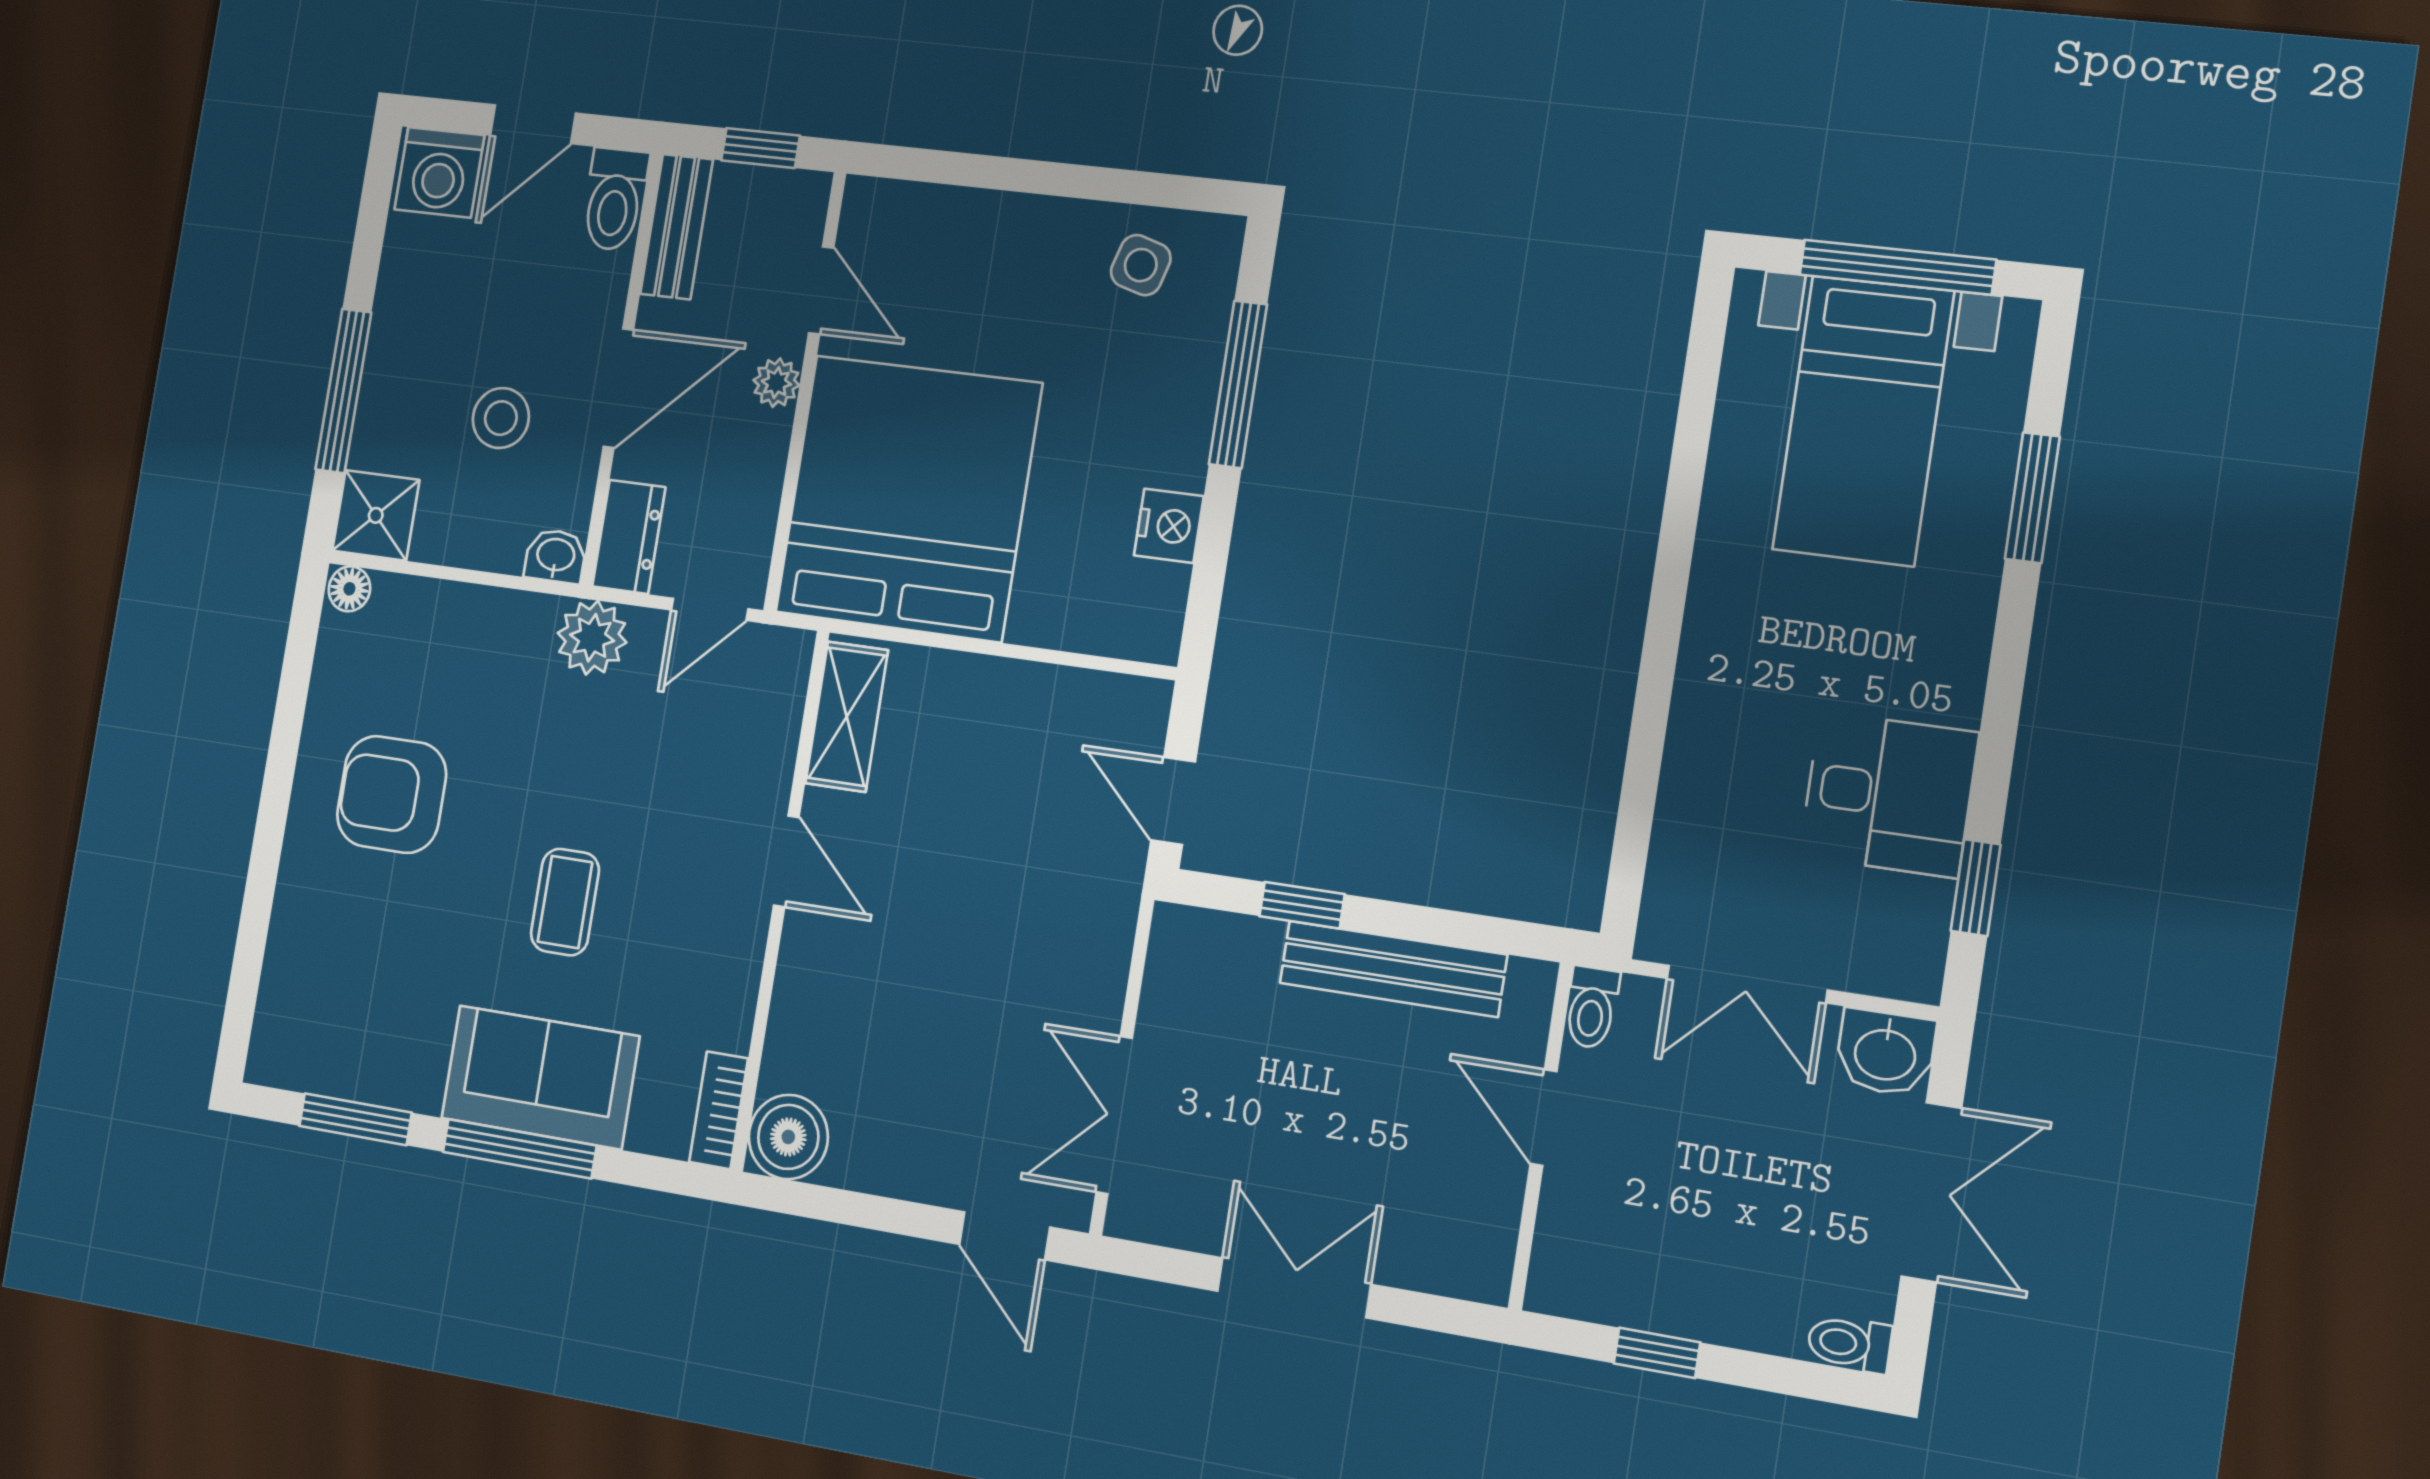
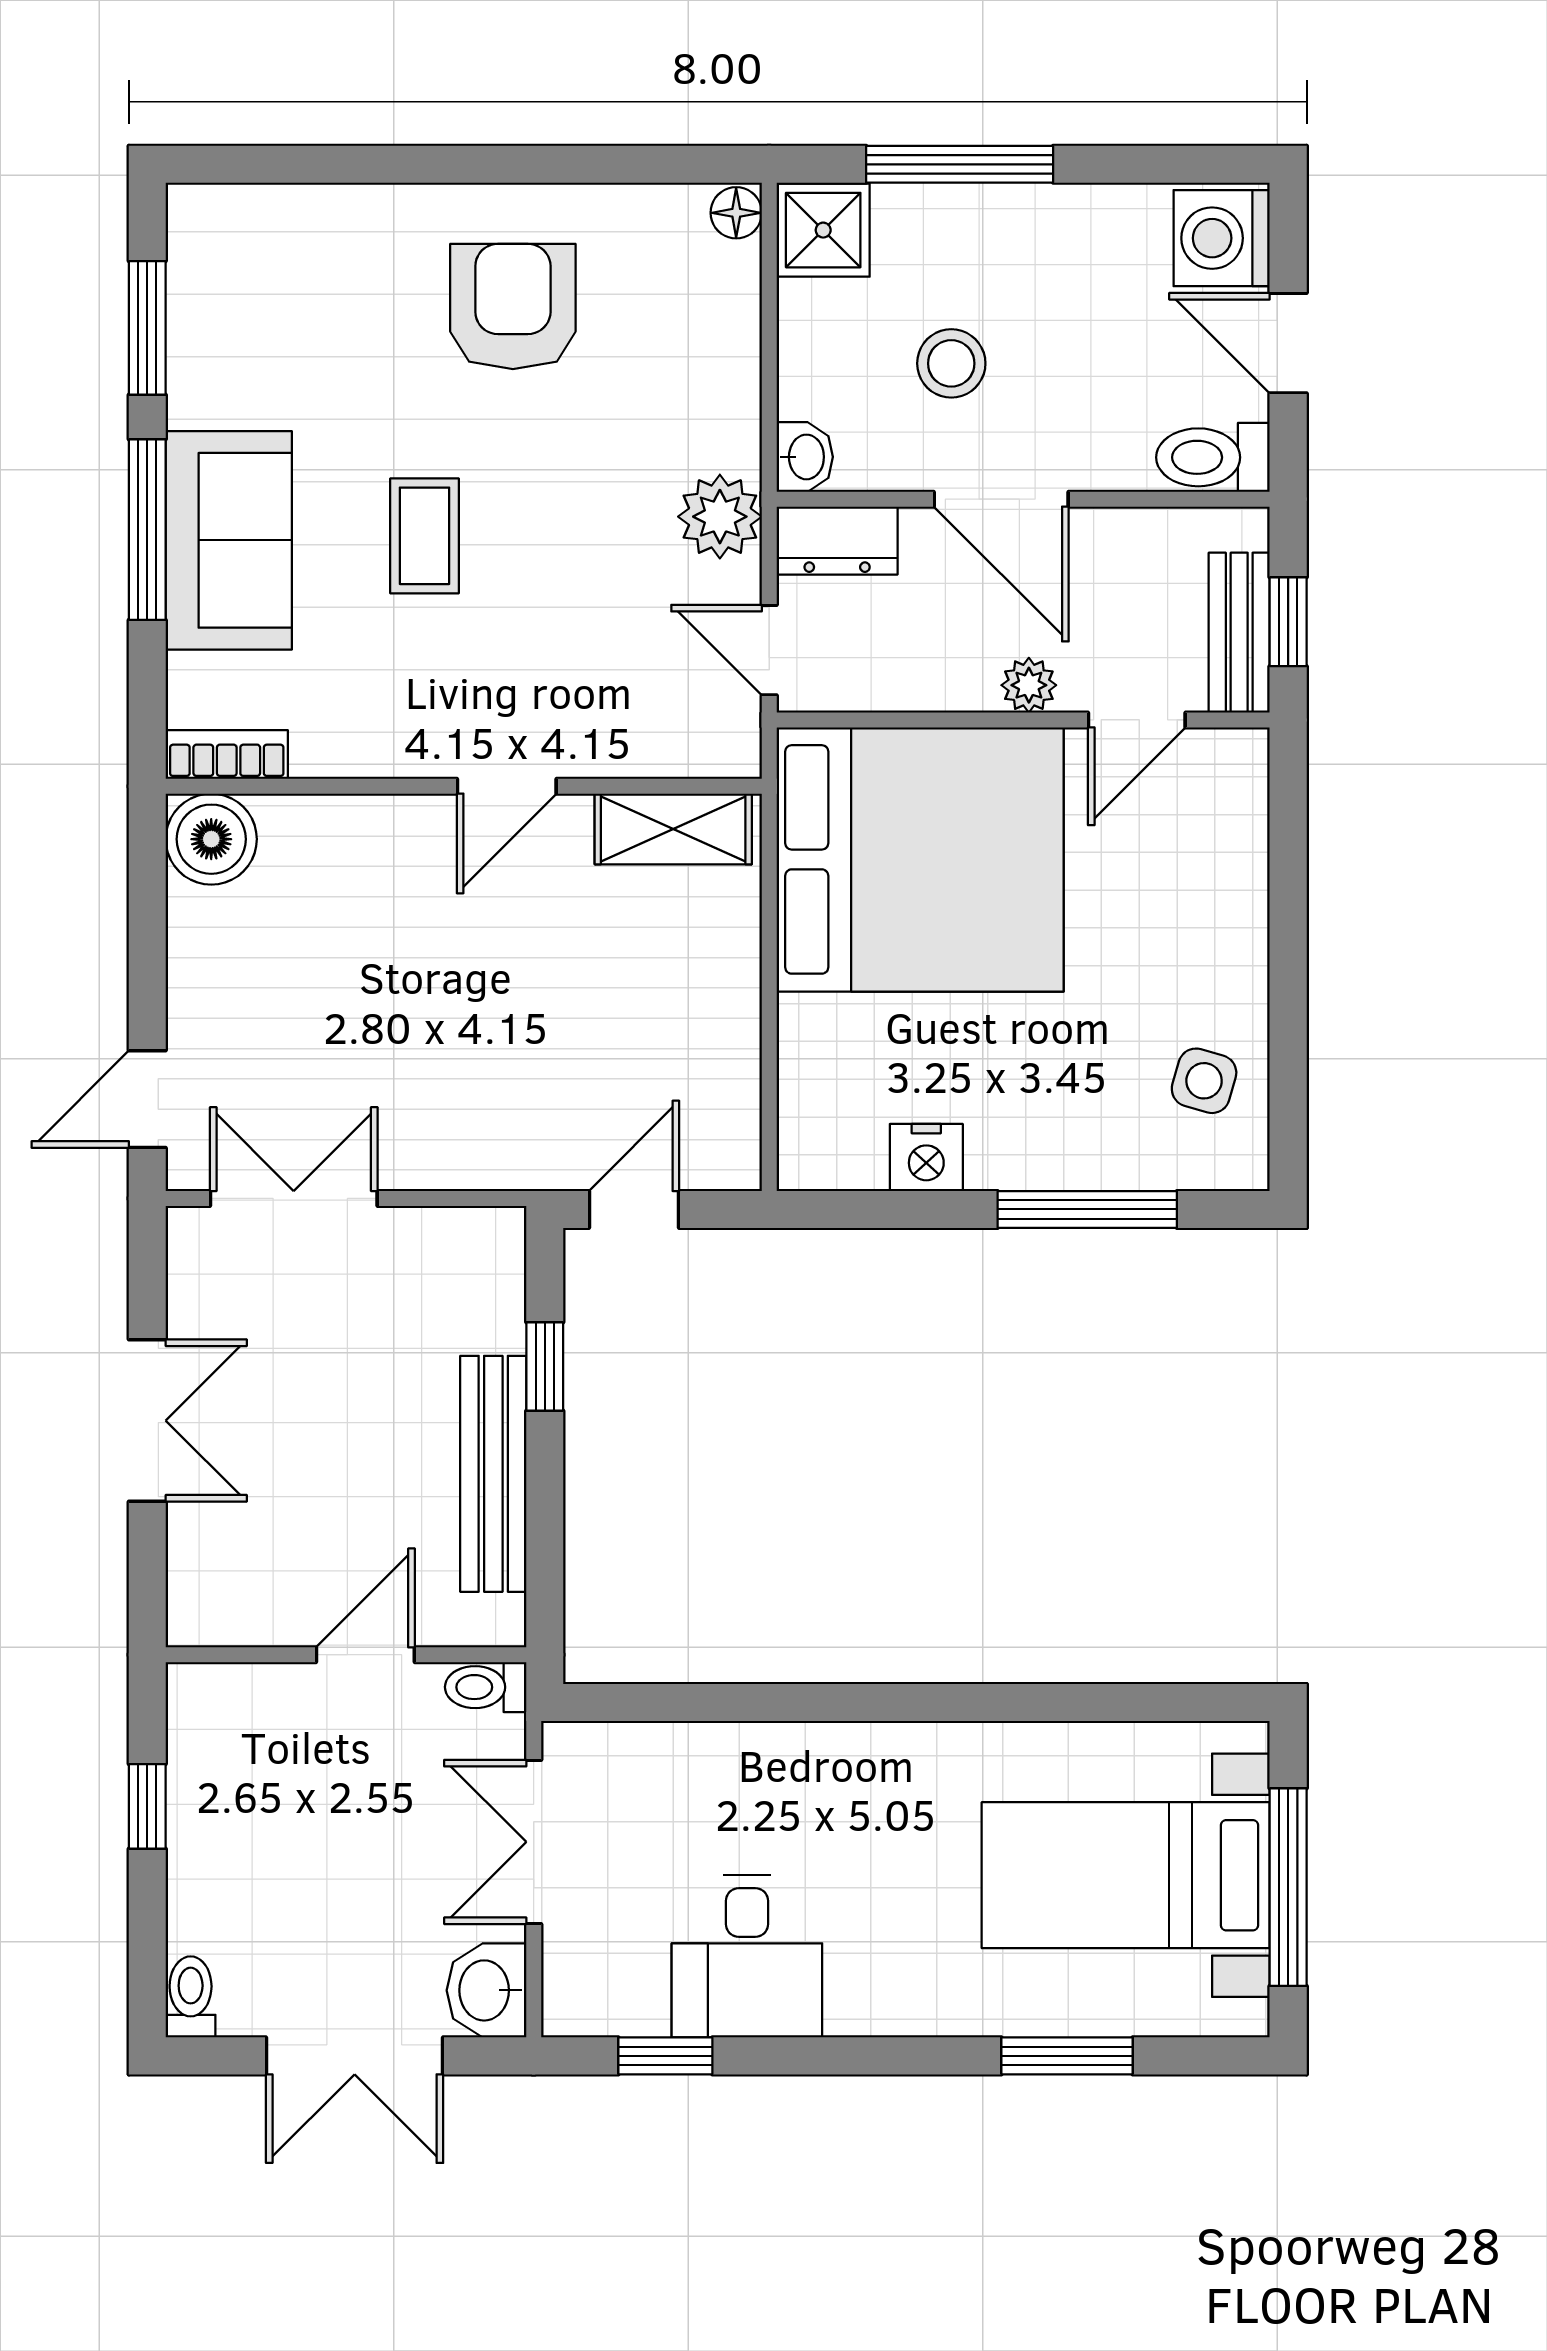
bench: (677, 227) -> (1239, 633), moved, turned 90
coffee table: (565, 902) -> (425, 536), turned 90

